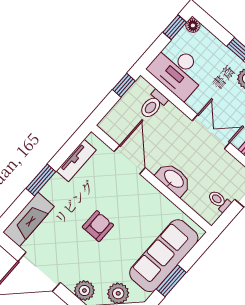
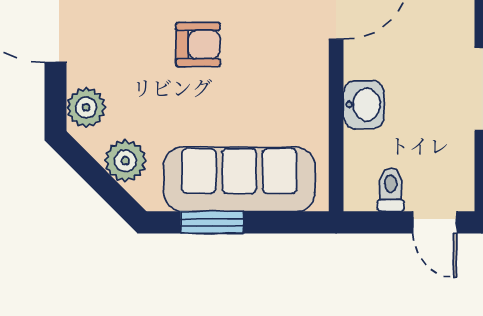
washbasin: (174, 179) -> (364, 105), width x0.72

